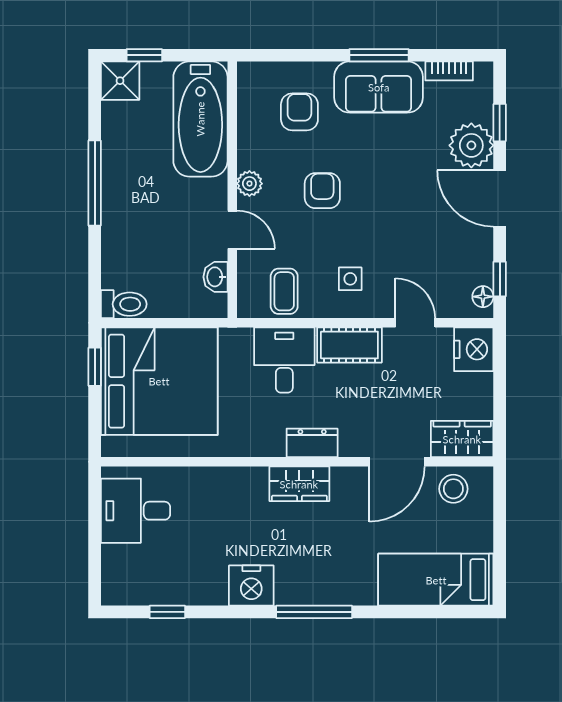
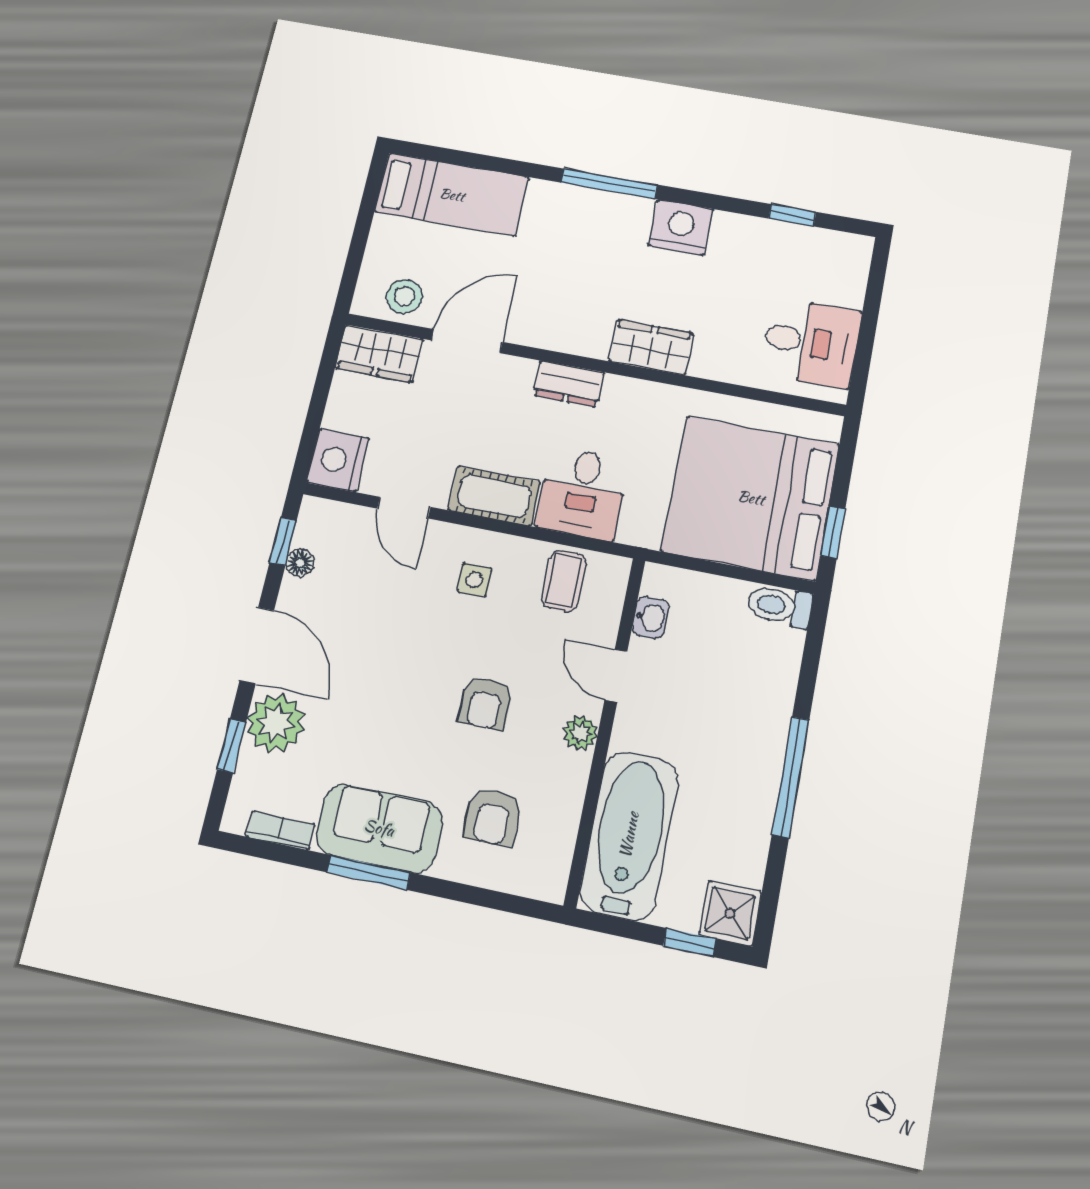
floor lamp: (483, 297) -> (300, 563), moved
wardrobe: (299, 484) -> (651, 347), moved

